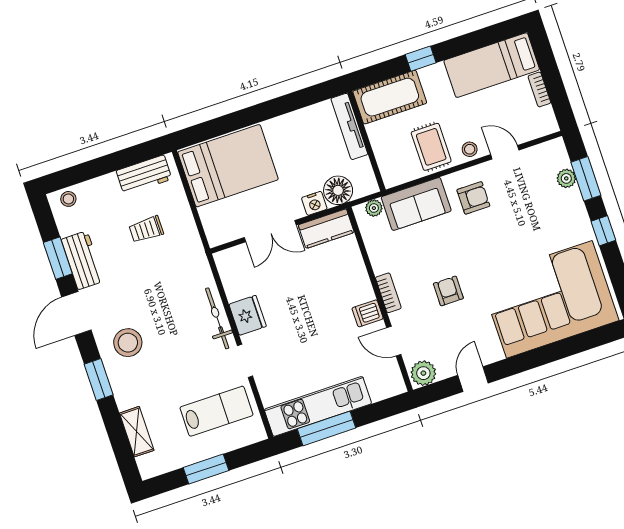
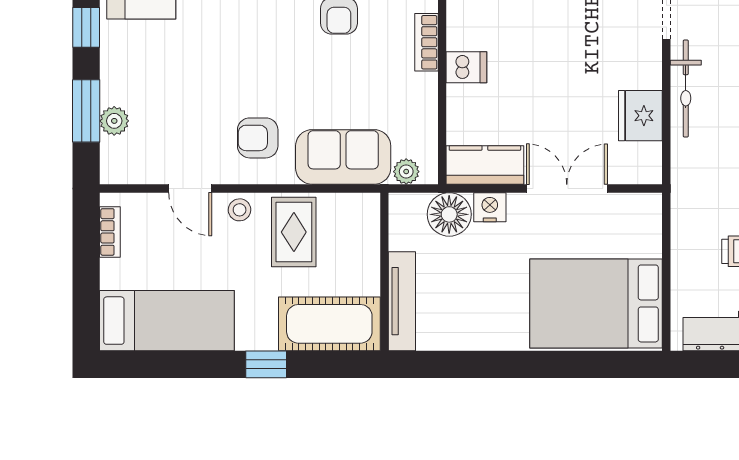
bookcase: (539, 89) -> (110, 232), moved
dishwasher: (368, 313) -> (466, 67), moved
fridge: (248, 315) -> (640, 116), moved

